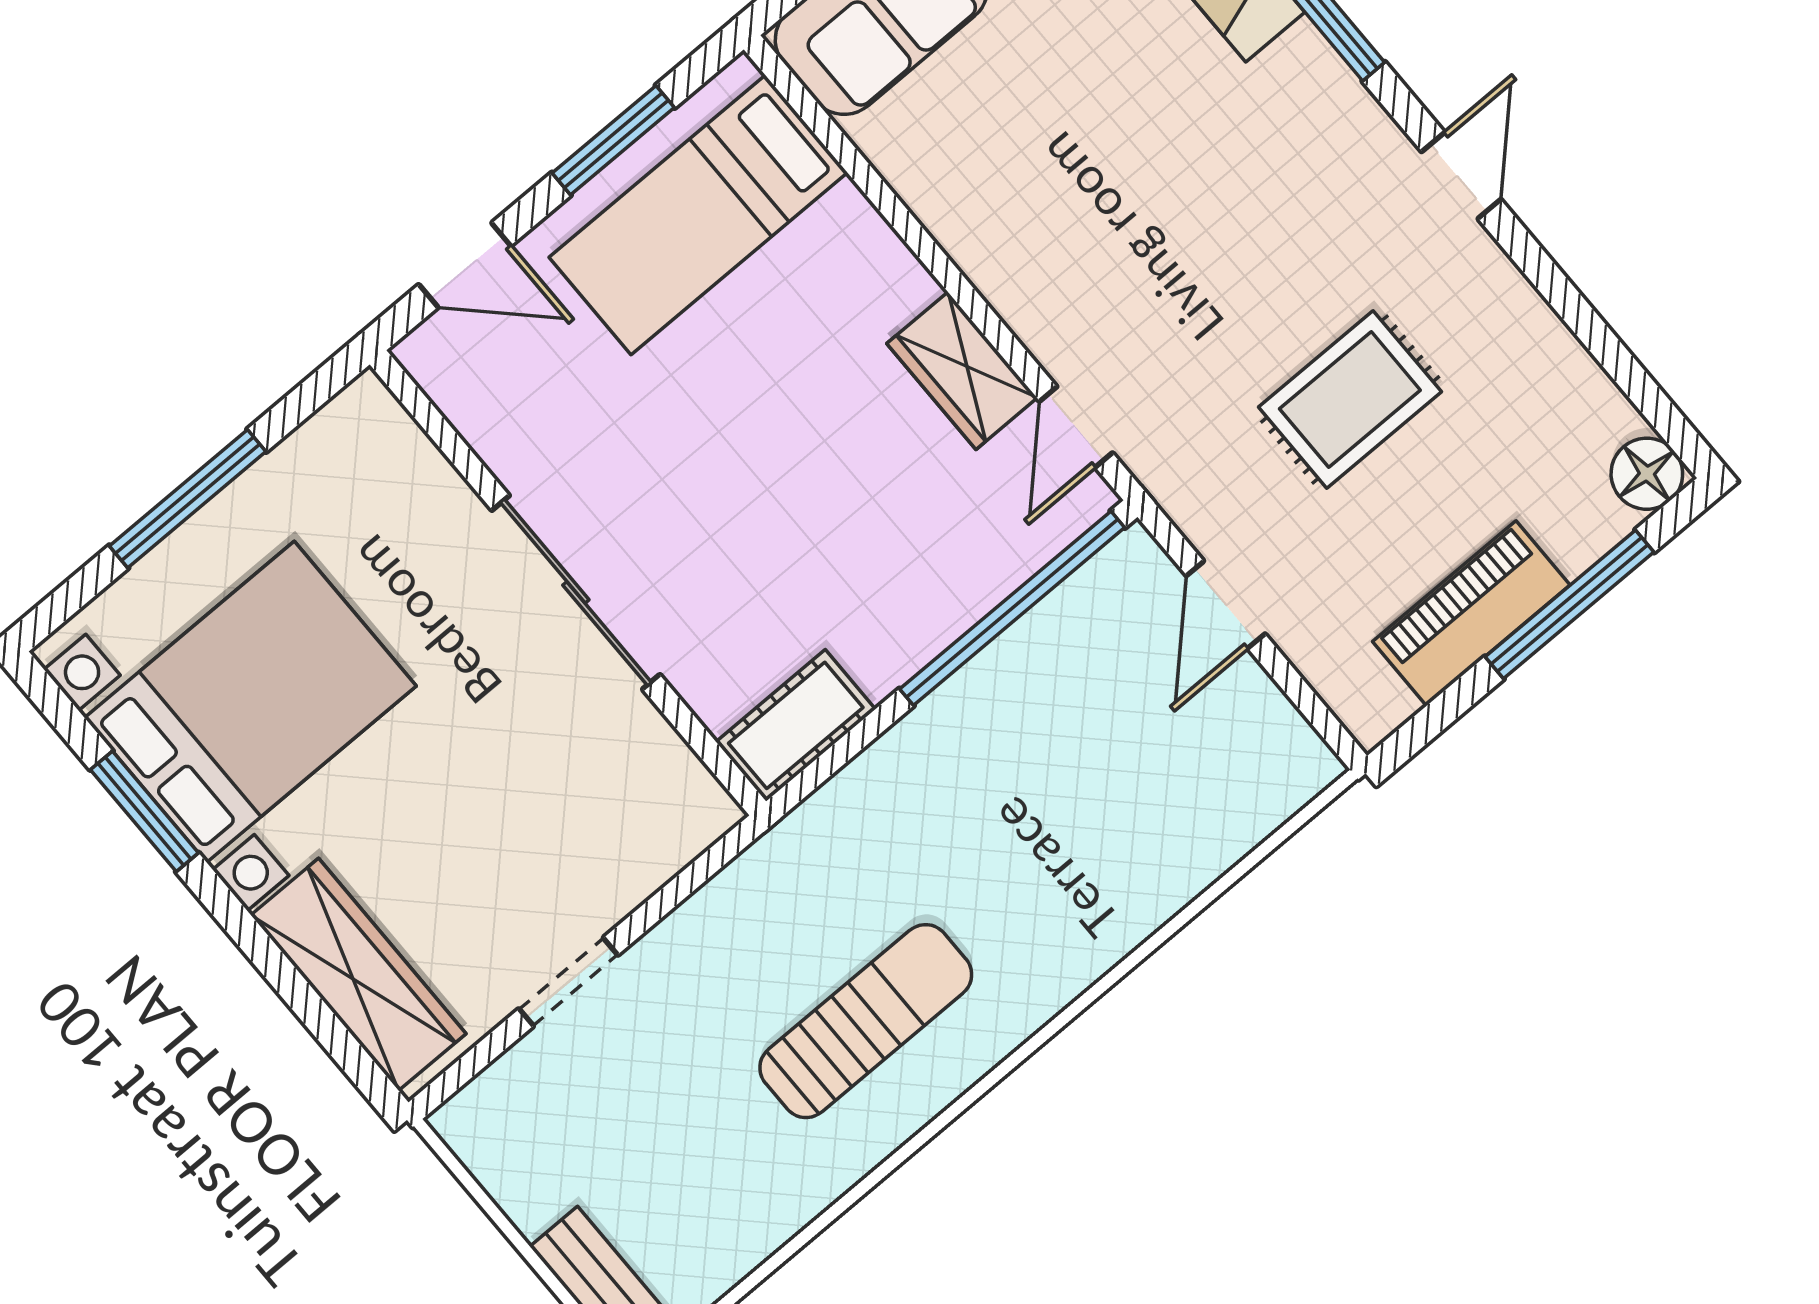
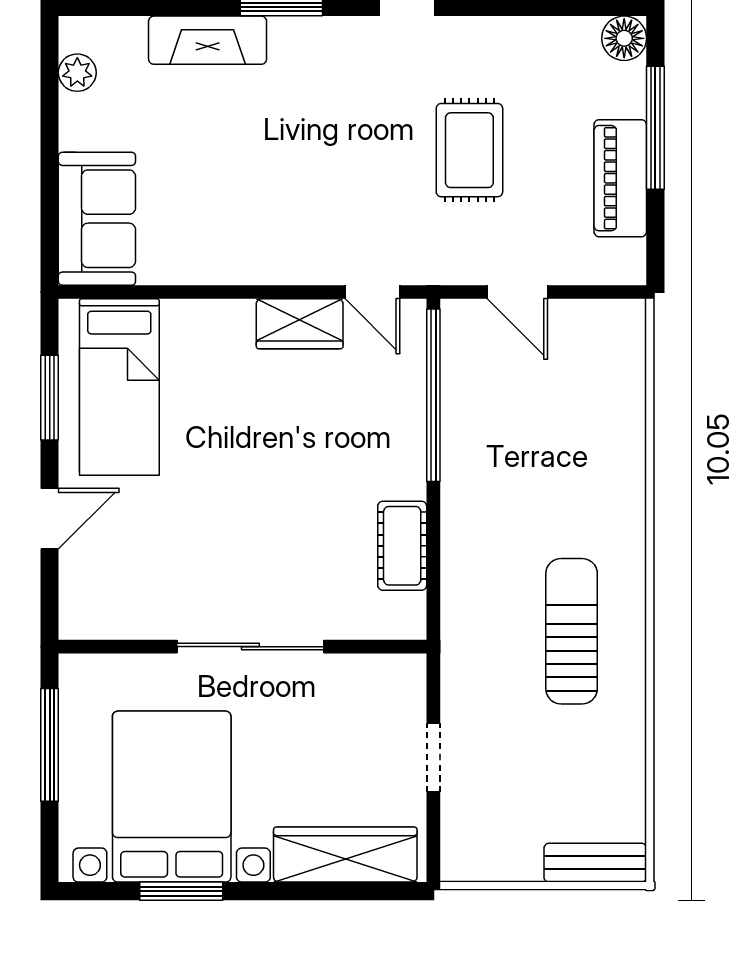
wall: (568, 583) -> (243, 647), moved
sliding door: (576, 592) -> (250, 647), moved

